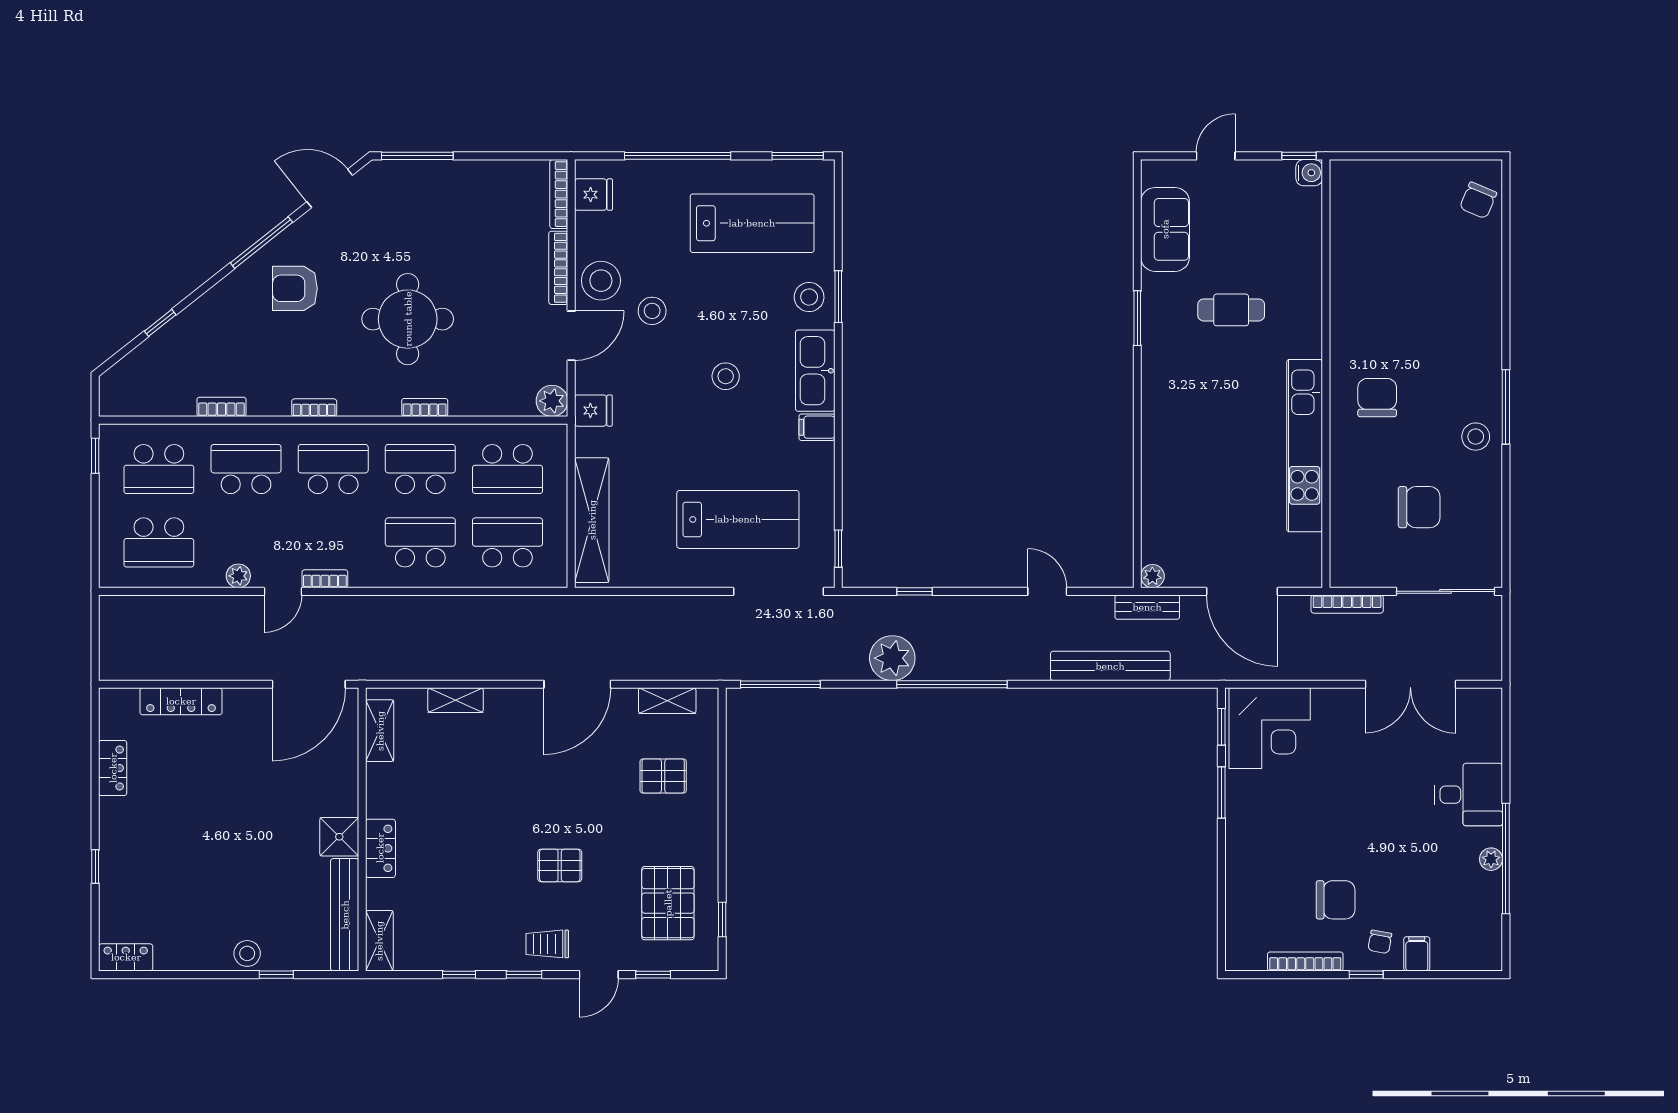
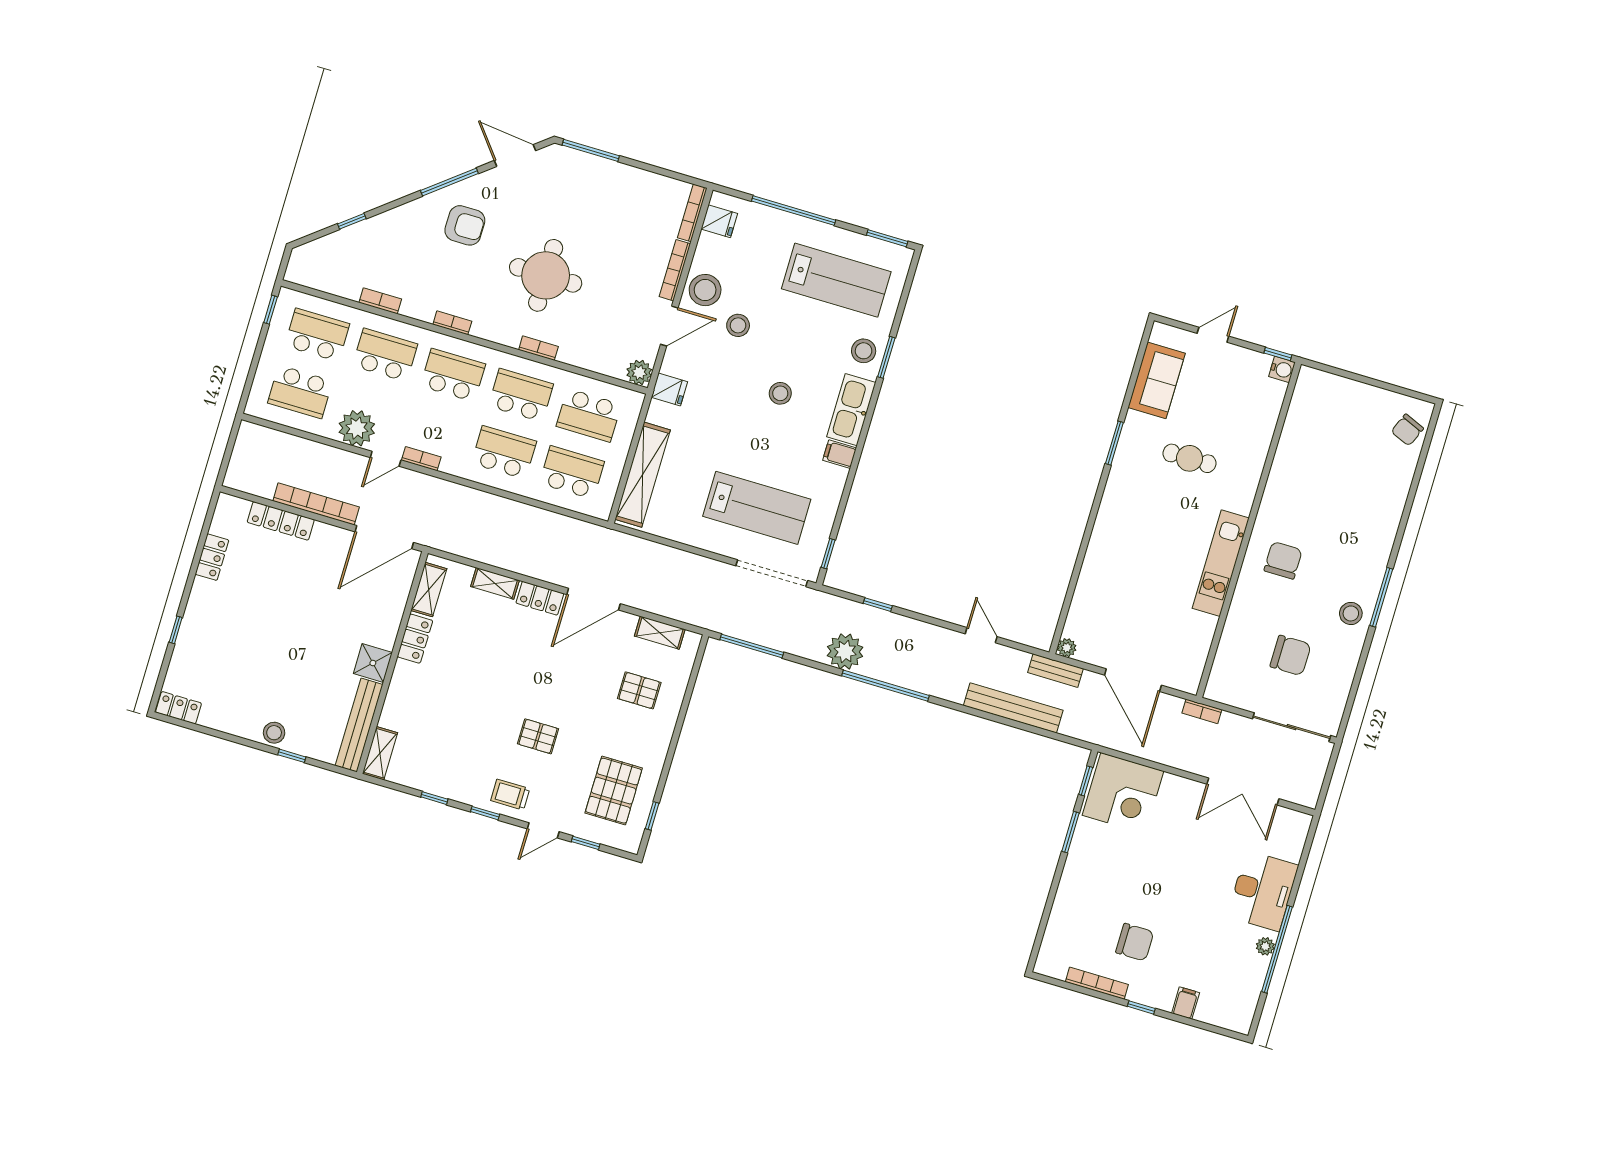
armchair: (295, 288) -> (465, 225), turned 180
kitchen unit: (1305, 446) -> (1221, 563), width x0.73
school desk: (159, 469) -> (317, 335), turned 180
plant: (238, 576) -> (357, 428), width x1.88, depth x1.88
bookcase: (1347, 604) -> (1202, 711), width x0.64
bookcase: (217, 669) -> (316, 504), added
locker: (514, 702) -> (540, 598), added
desk: (1469, 795) -> (1263, 891), width x1.37
locker: (380, 848) -> (415, 639), moved
chair: (1380, 942) -> (1160, 985), removed

